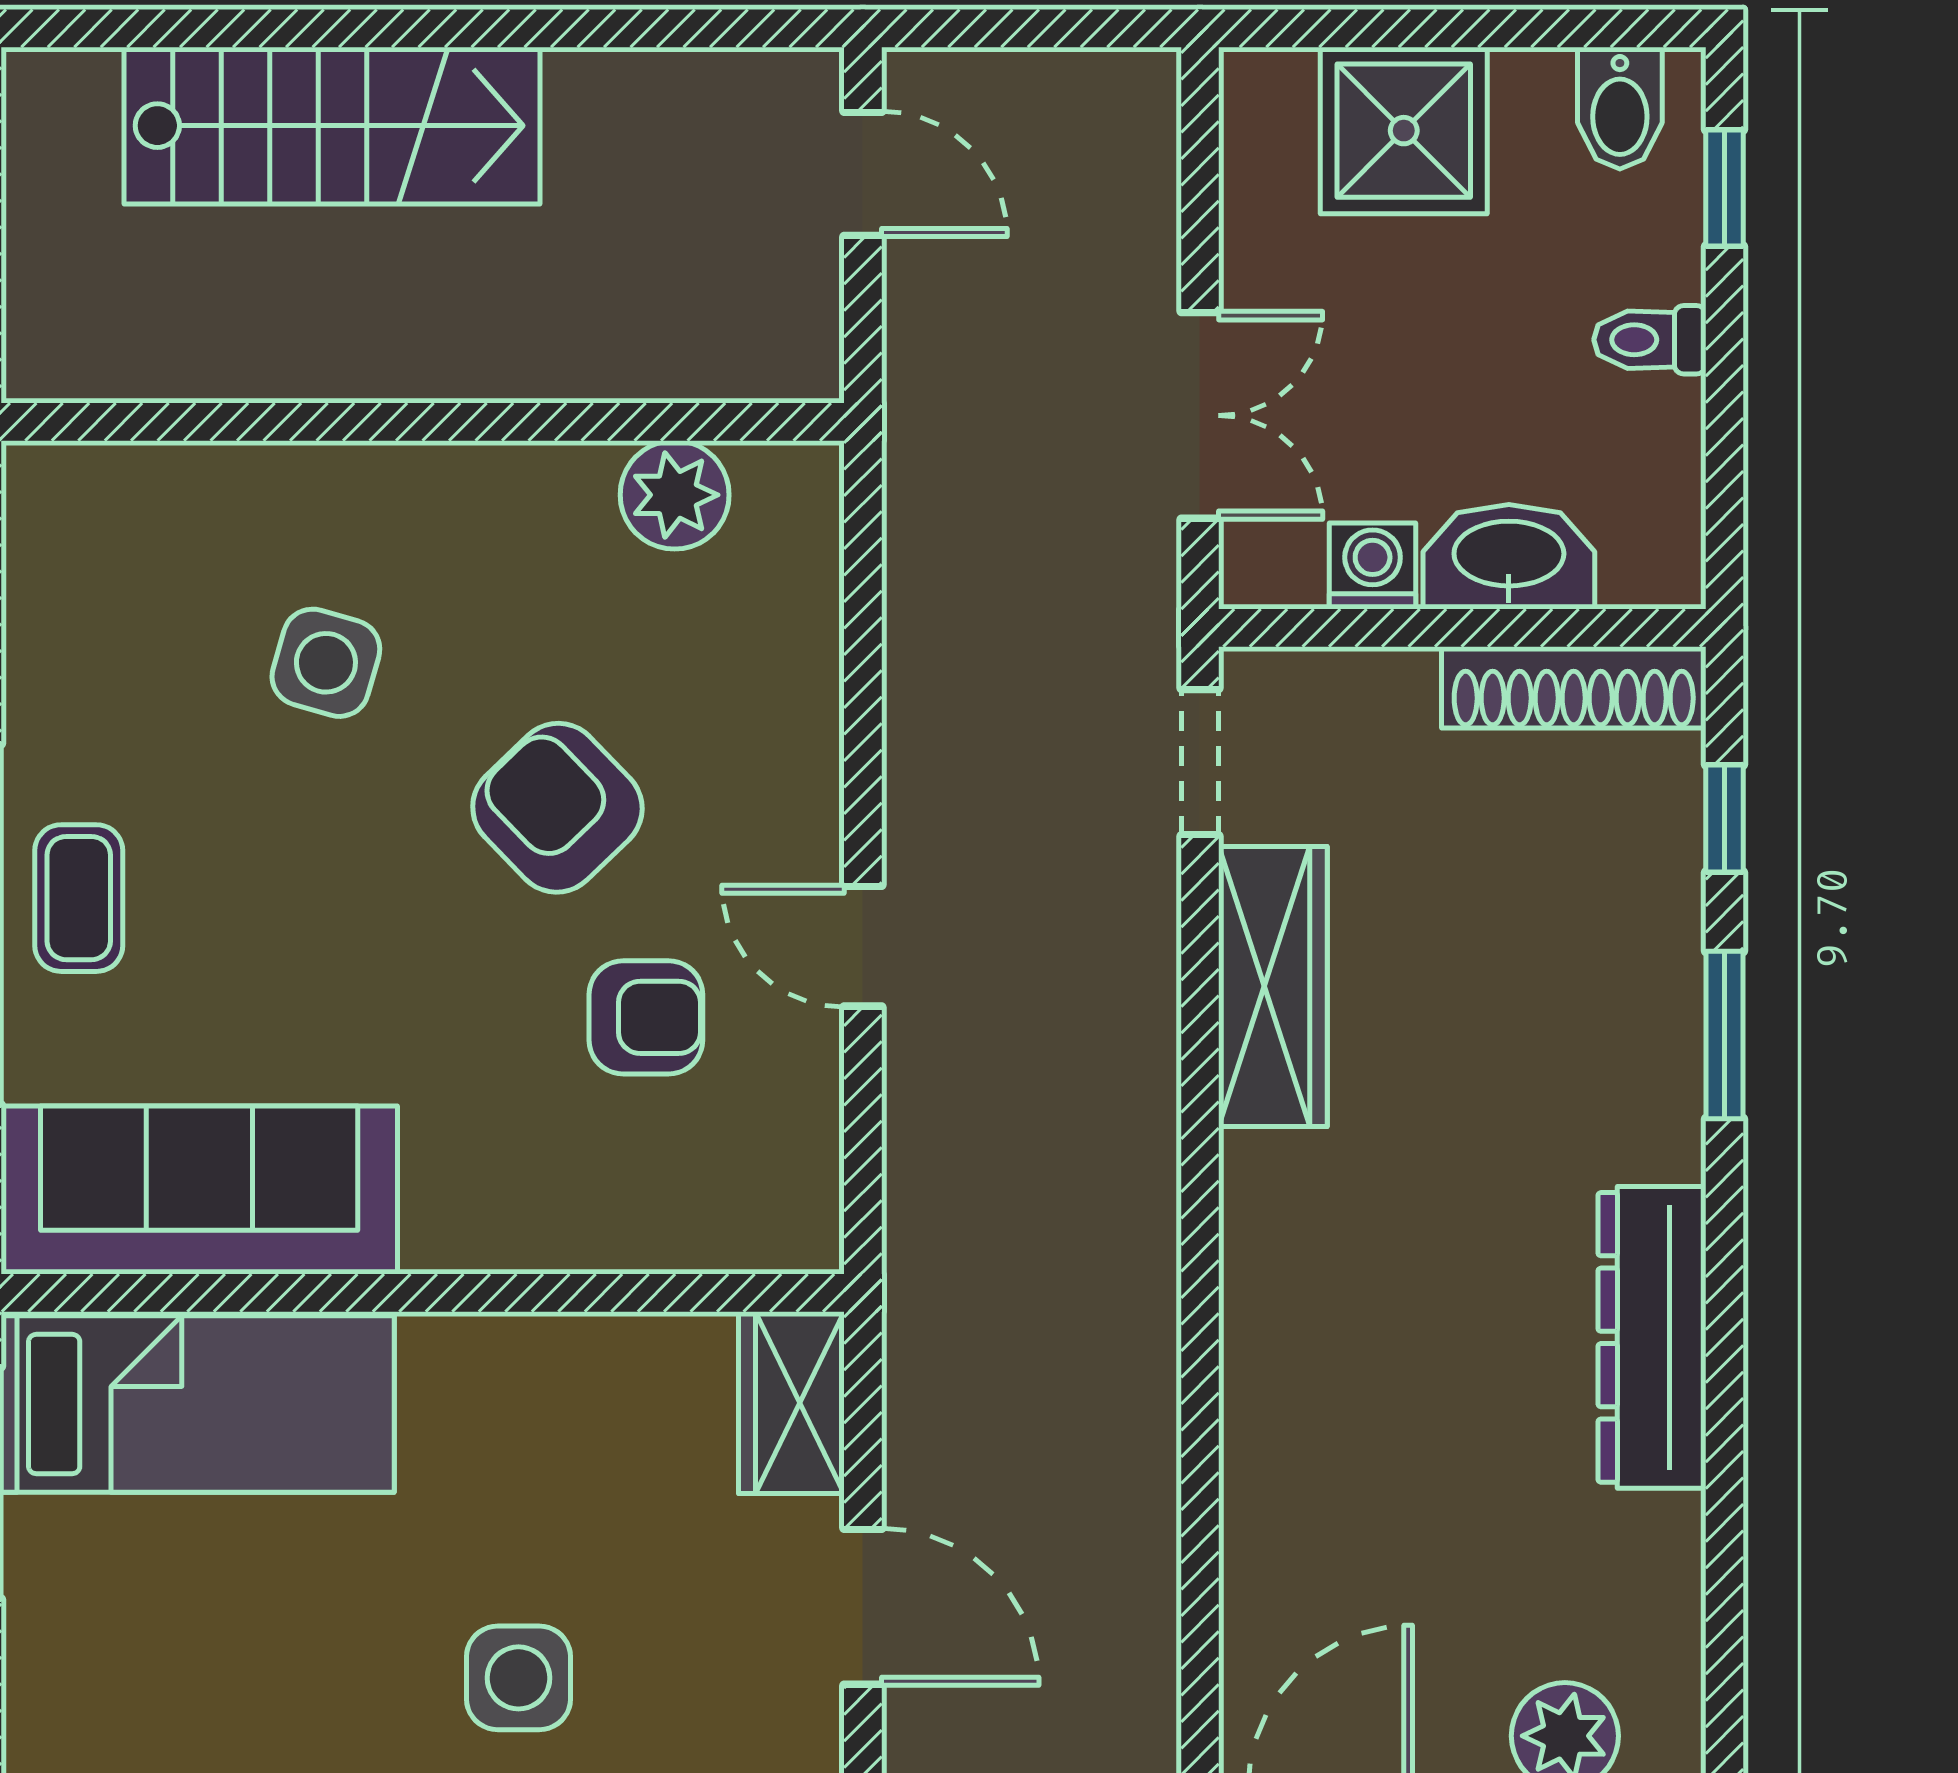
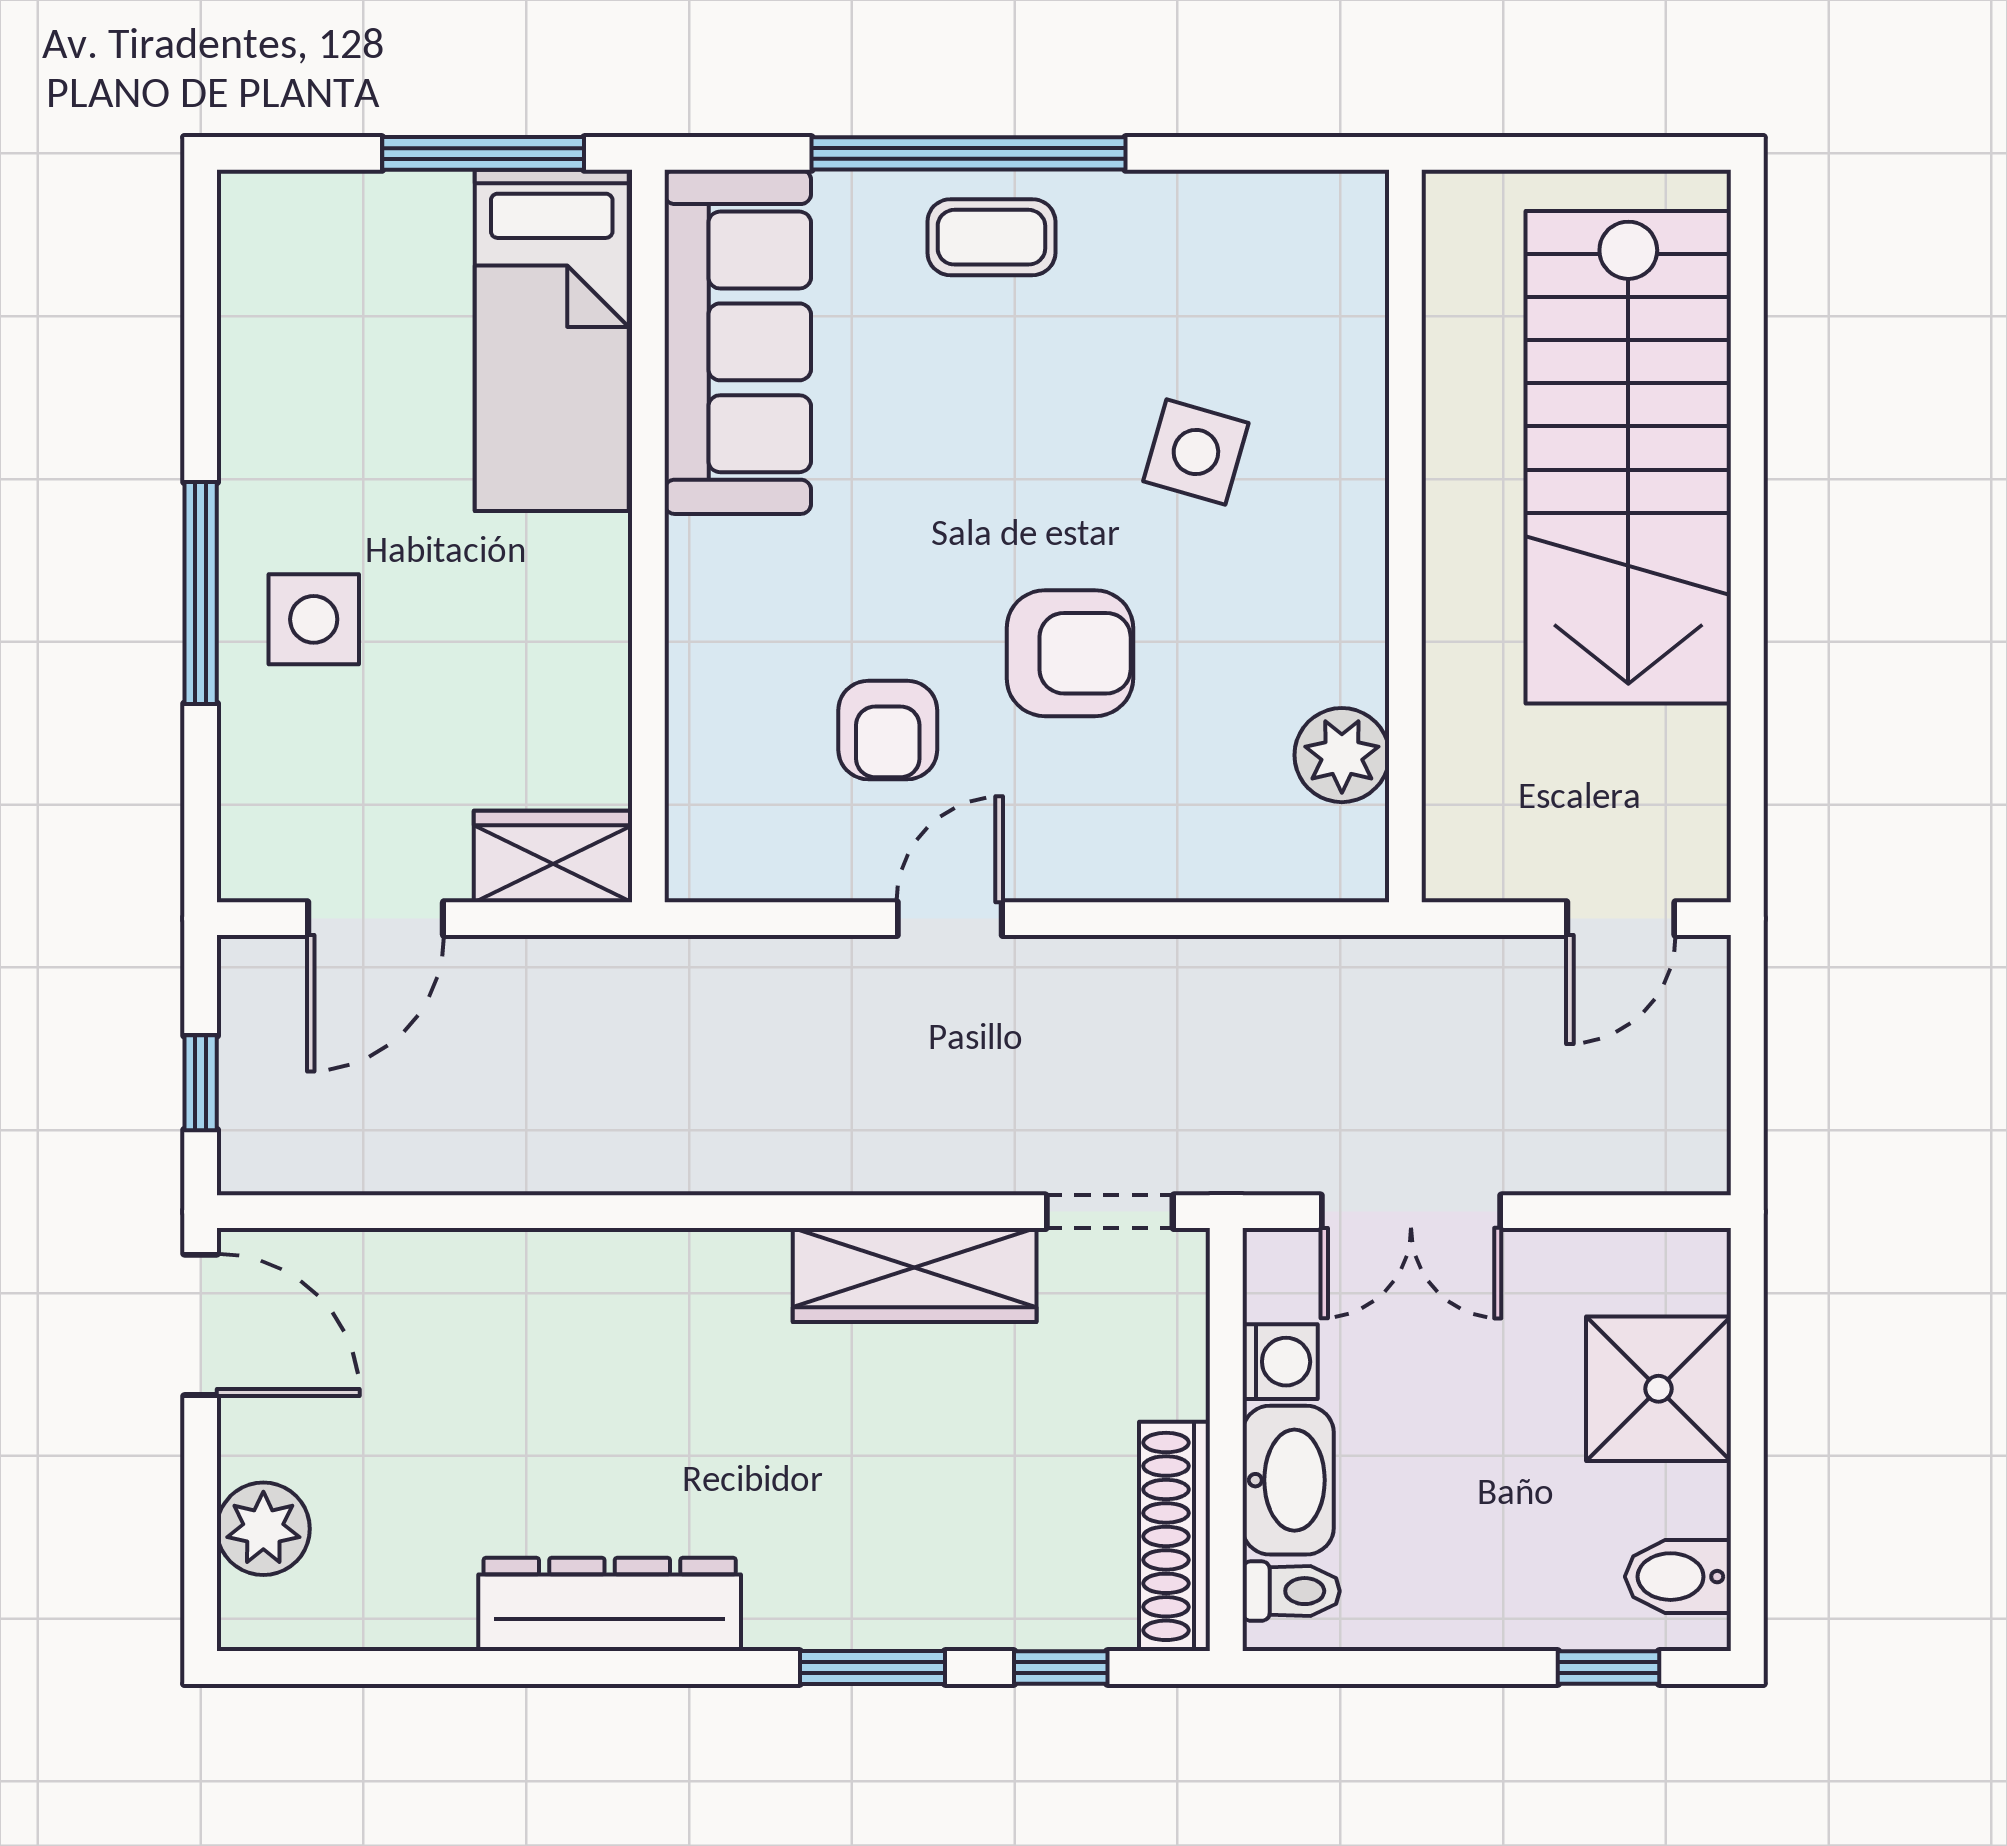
stairs: (332, 126) -> (1628, 457), width x1.36, depth x1.51
toilet: (1650, 340) -> (1291, 1591), moved, turned 90
armchair: (557, 808) -> (1070, 653), turned 44

